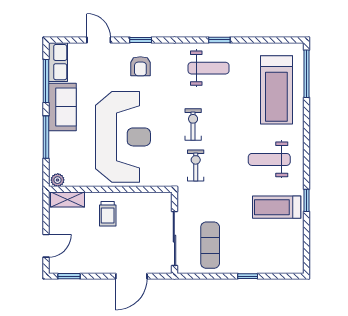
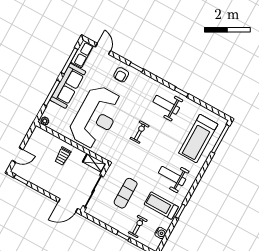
door: (99, 40) -> (103, 49), moved
armchair: (140, 66) -> (121, 75), moved
weight bench: (209, 68) -> (166, 105), turned 180
sofa: (62, 107) -> (68, 86), width x1.36
exercise bike: (196, 166) -> (138, 226), moved
shelving: (67, 200) -> (94, 163), moved
water cooler: (296, 244) -> (161, 233), added
exercise mat: (210, 245) -> (126, 193), moved
door: (131, 276) -> (68, 205), moved

